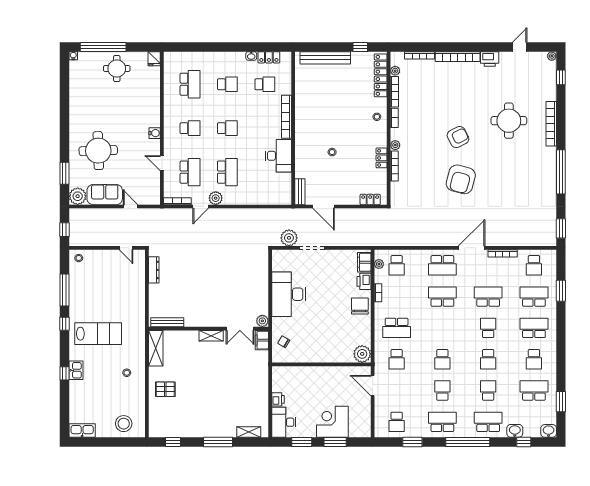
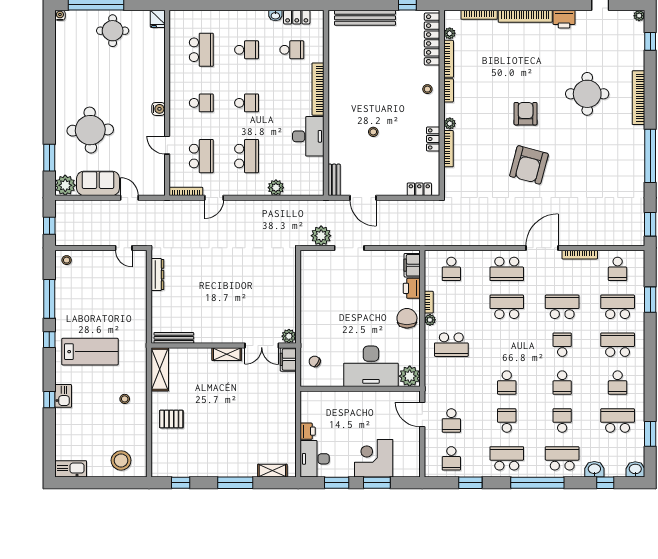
armchair: (458, 137) -> (526, 114), turned -63
plant: (216, 198) -> (276, 188), moved
plant: (379, 264) -> (430, 320), moved
desk: (289, 294) -> (371, 366), moved, turned -90
school desk: (397, 359) -> (451, 420), moved

